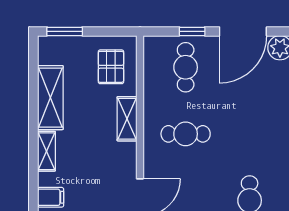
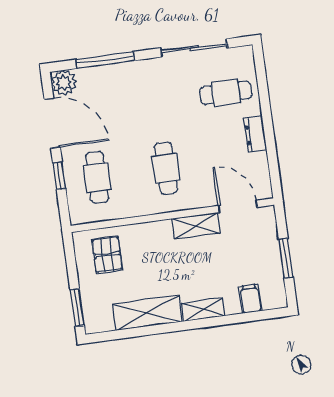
pallet: (111, 67) -> (107, 255), turned 90
cafe table: (186, 67) -> (97, 177), turned 90
shelving: (127, 119) -> (196, 226), moved

